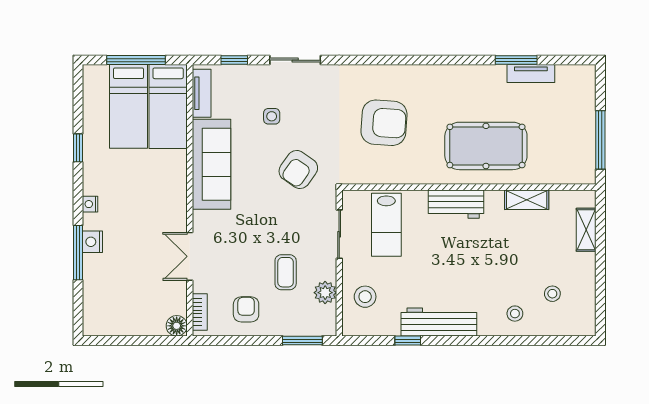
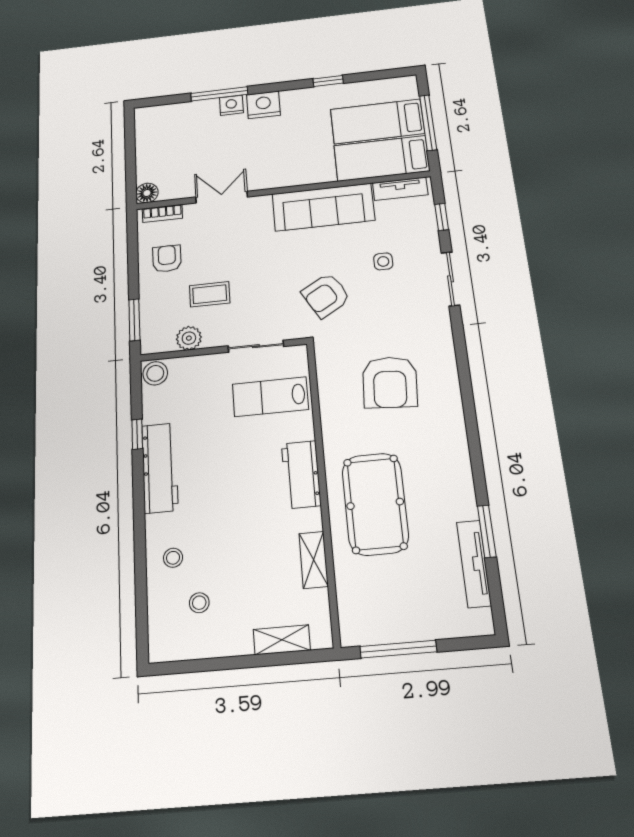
tv unit: (531, 74) -> (474, 564), width x1.41
armchair: (298, 169) -> (326, 295), turned -65
nightstand: (90, 204) -> (263, 105), width x1.89, depth x1.79
stool: (365, 297) -> (155, 373), moved
armchair: (246, 309) -> (167, 259), turned -90

